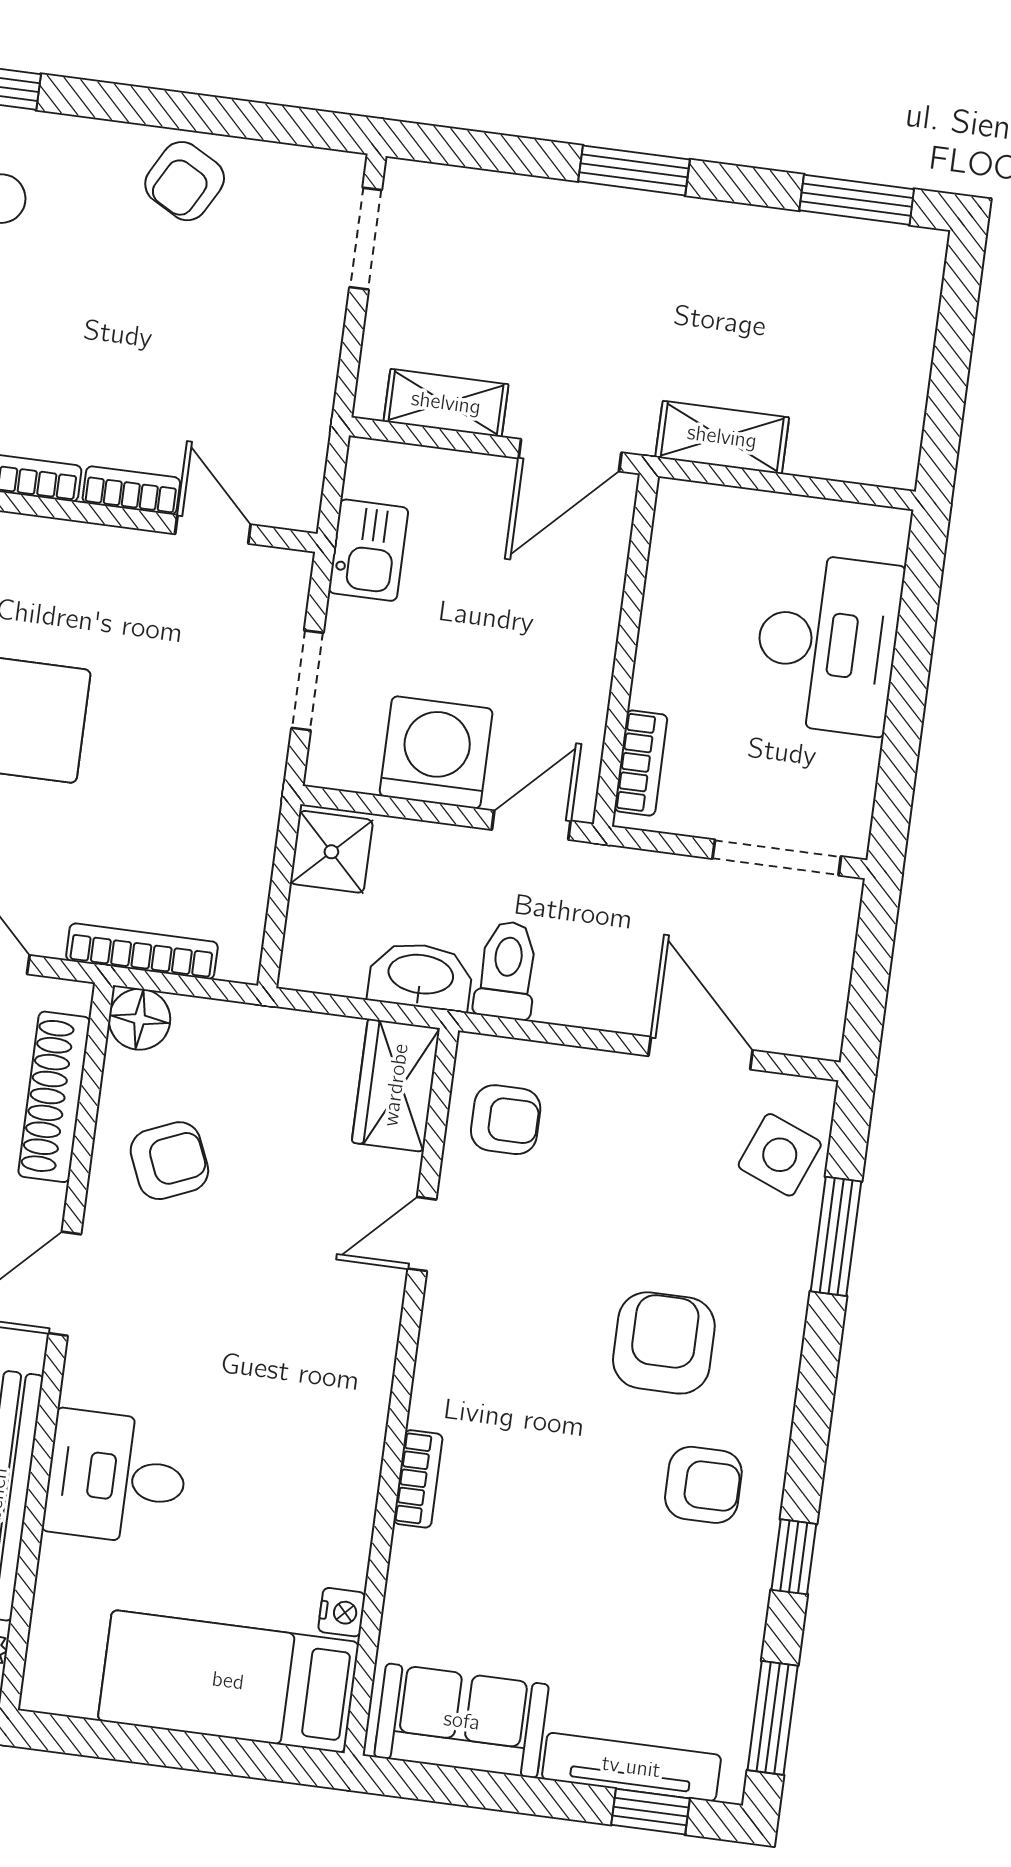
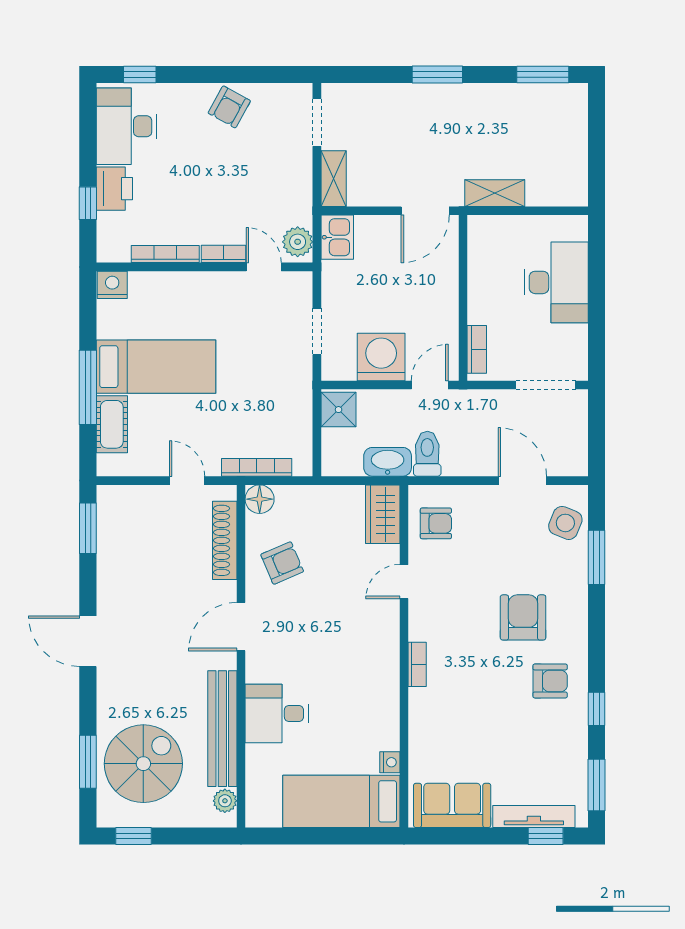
shelving: (446, 403) -> (334, 179), moved, turned 90
plant: (292, 485) -> (298, 242), added
kitchen sink: (368, 550) -> (337, 237), moved
bookcase: (418, 1479) -> (417, 664), moved

